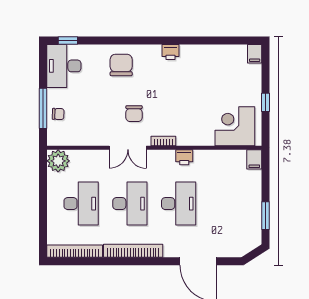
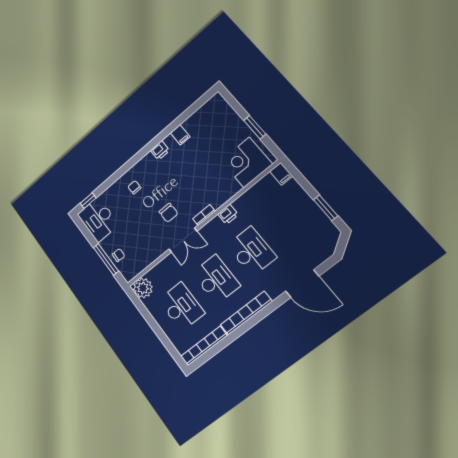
filing cabinet: (255, 54) -> (180, 135), moved
chair: (121, 65) -> (134, 187), width x0.54, depth x0.54
window: (265, 102) -> (255, 127), width x1.50

